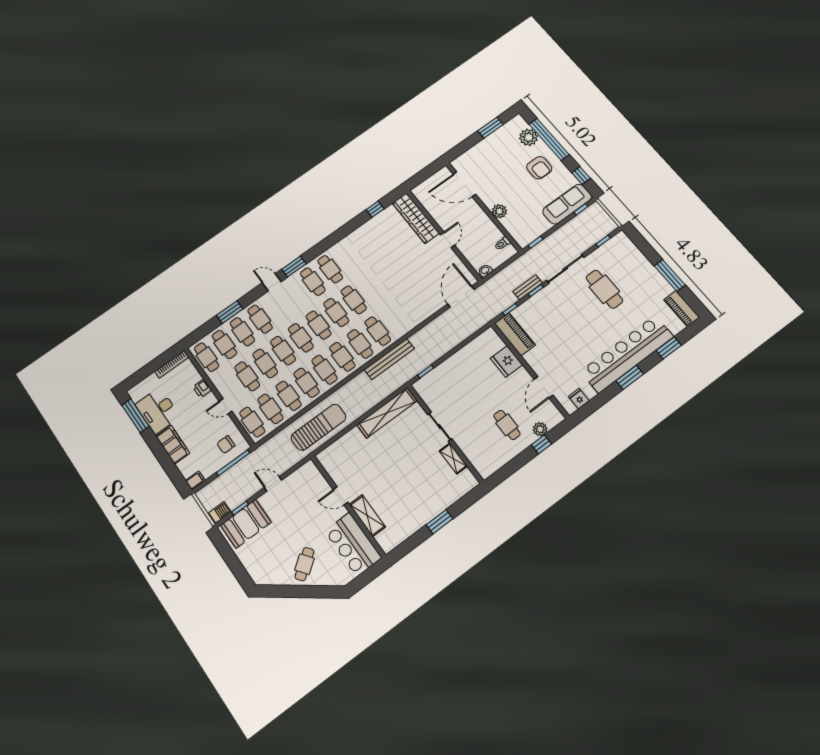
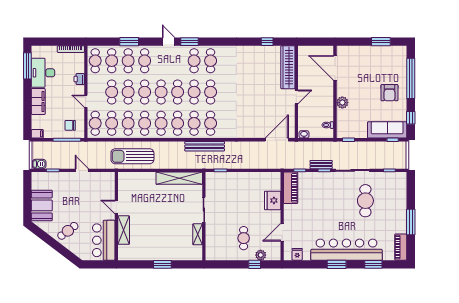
plant: (529, 137) -> (399, 67), removed
sun lounger: (318, 427) -> (132, 156), turned 180
booth: (246, 524) -> (42, 205), moved, turned 90

